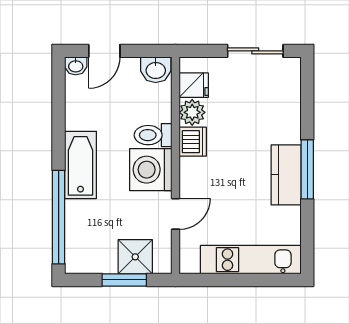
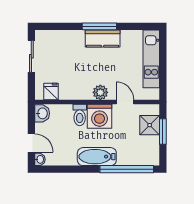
plant: (192, 112) -> (100, 92), moved
dishwasher: (193, 142) -> (83, 92), removed

